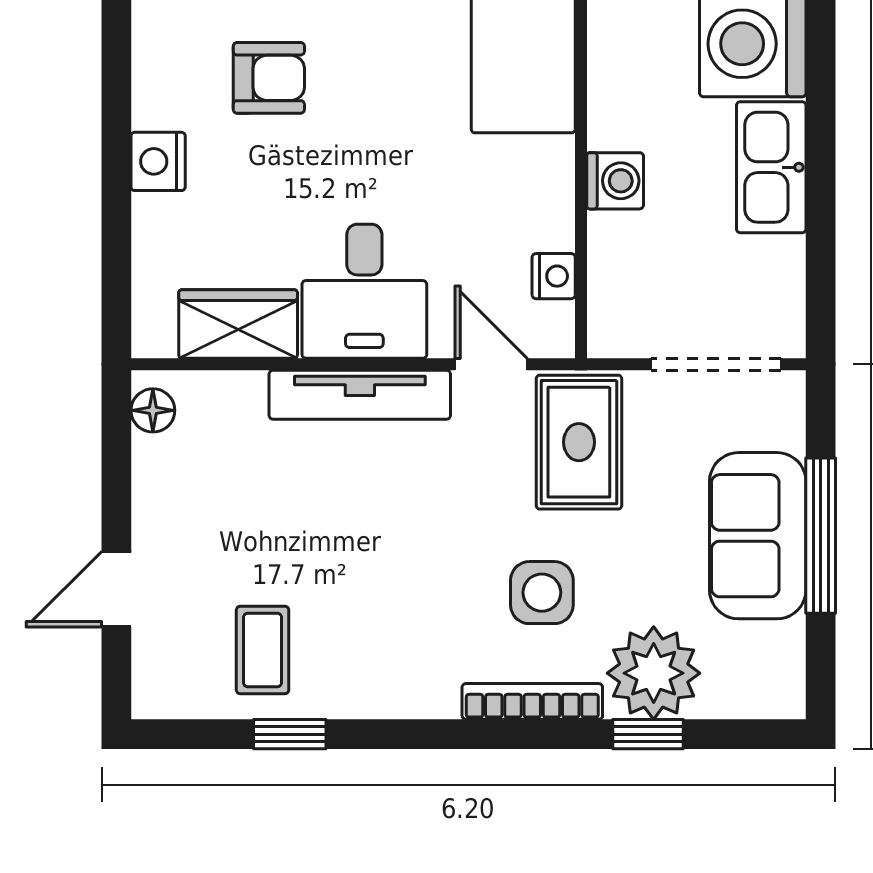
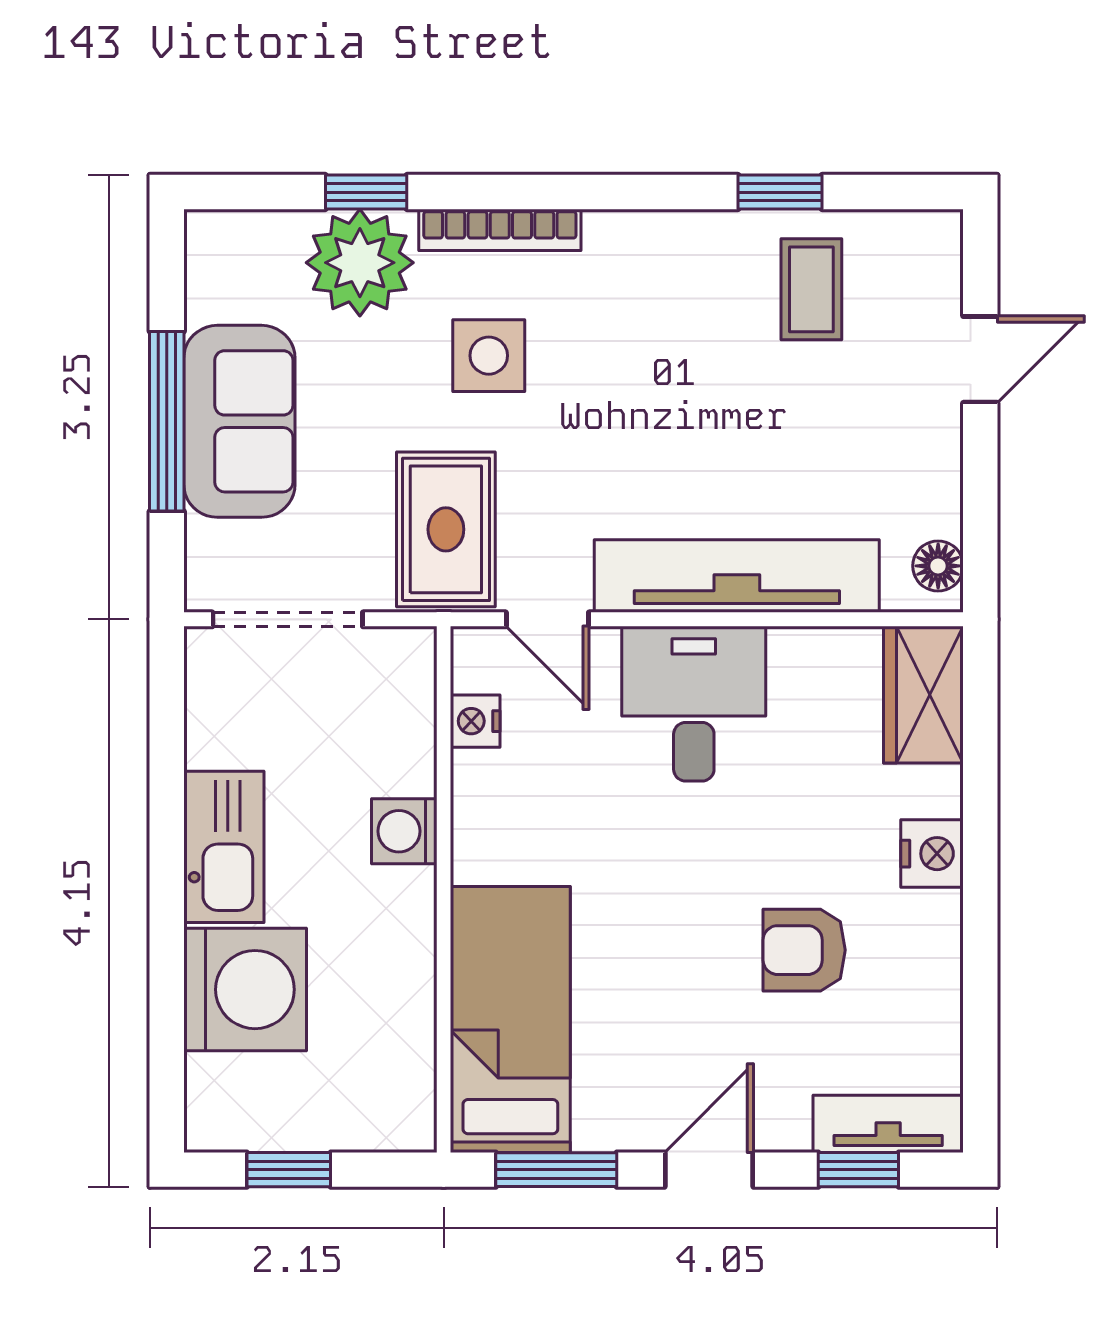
wardrobe: (238, 324) -> (923, 695), moved, turned 90
tv unit: (360, 395) -> (737, 576), width x1.36, depth x1.29

